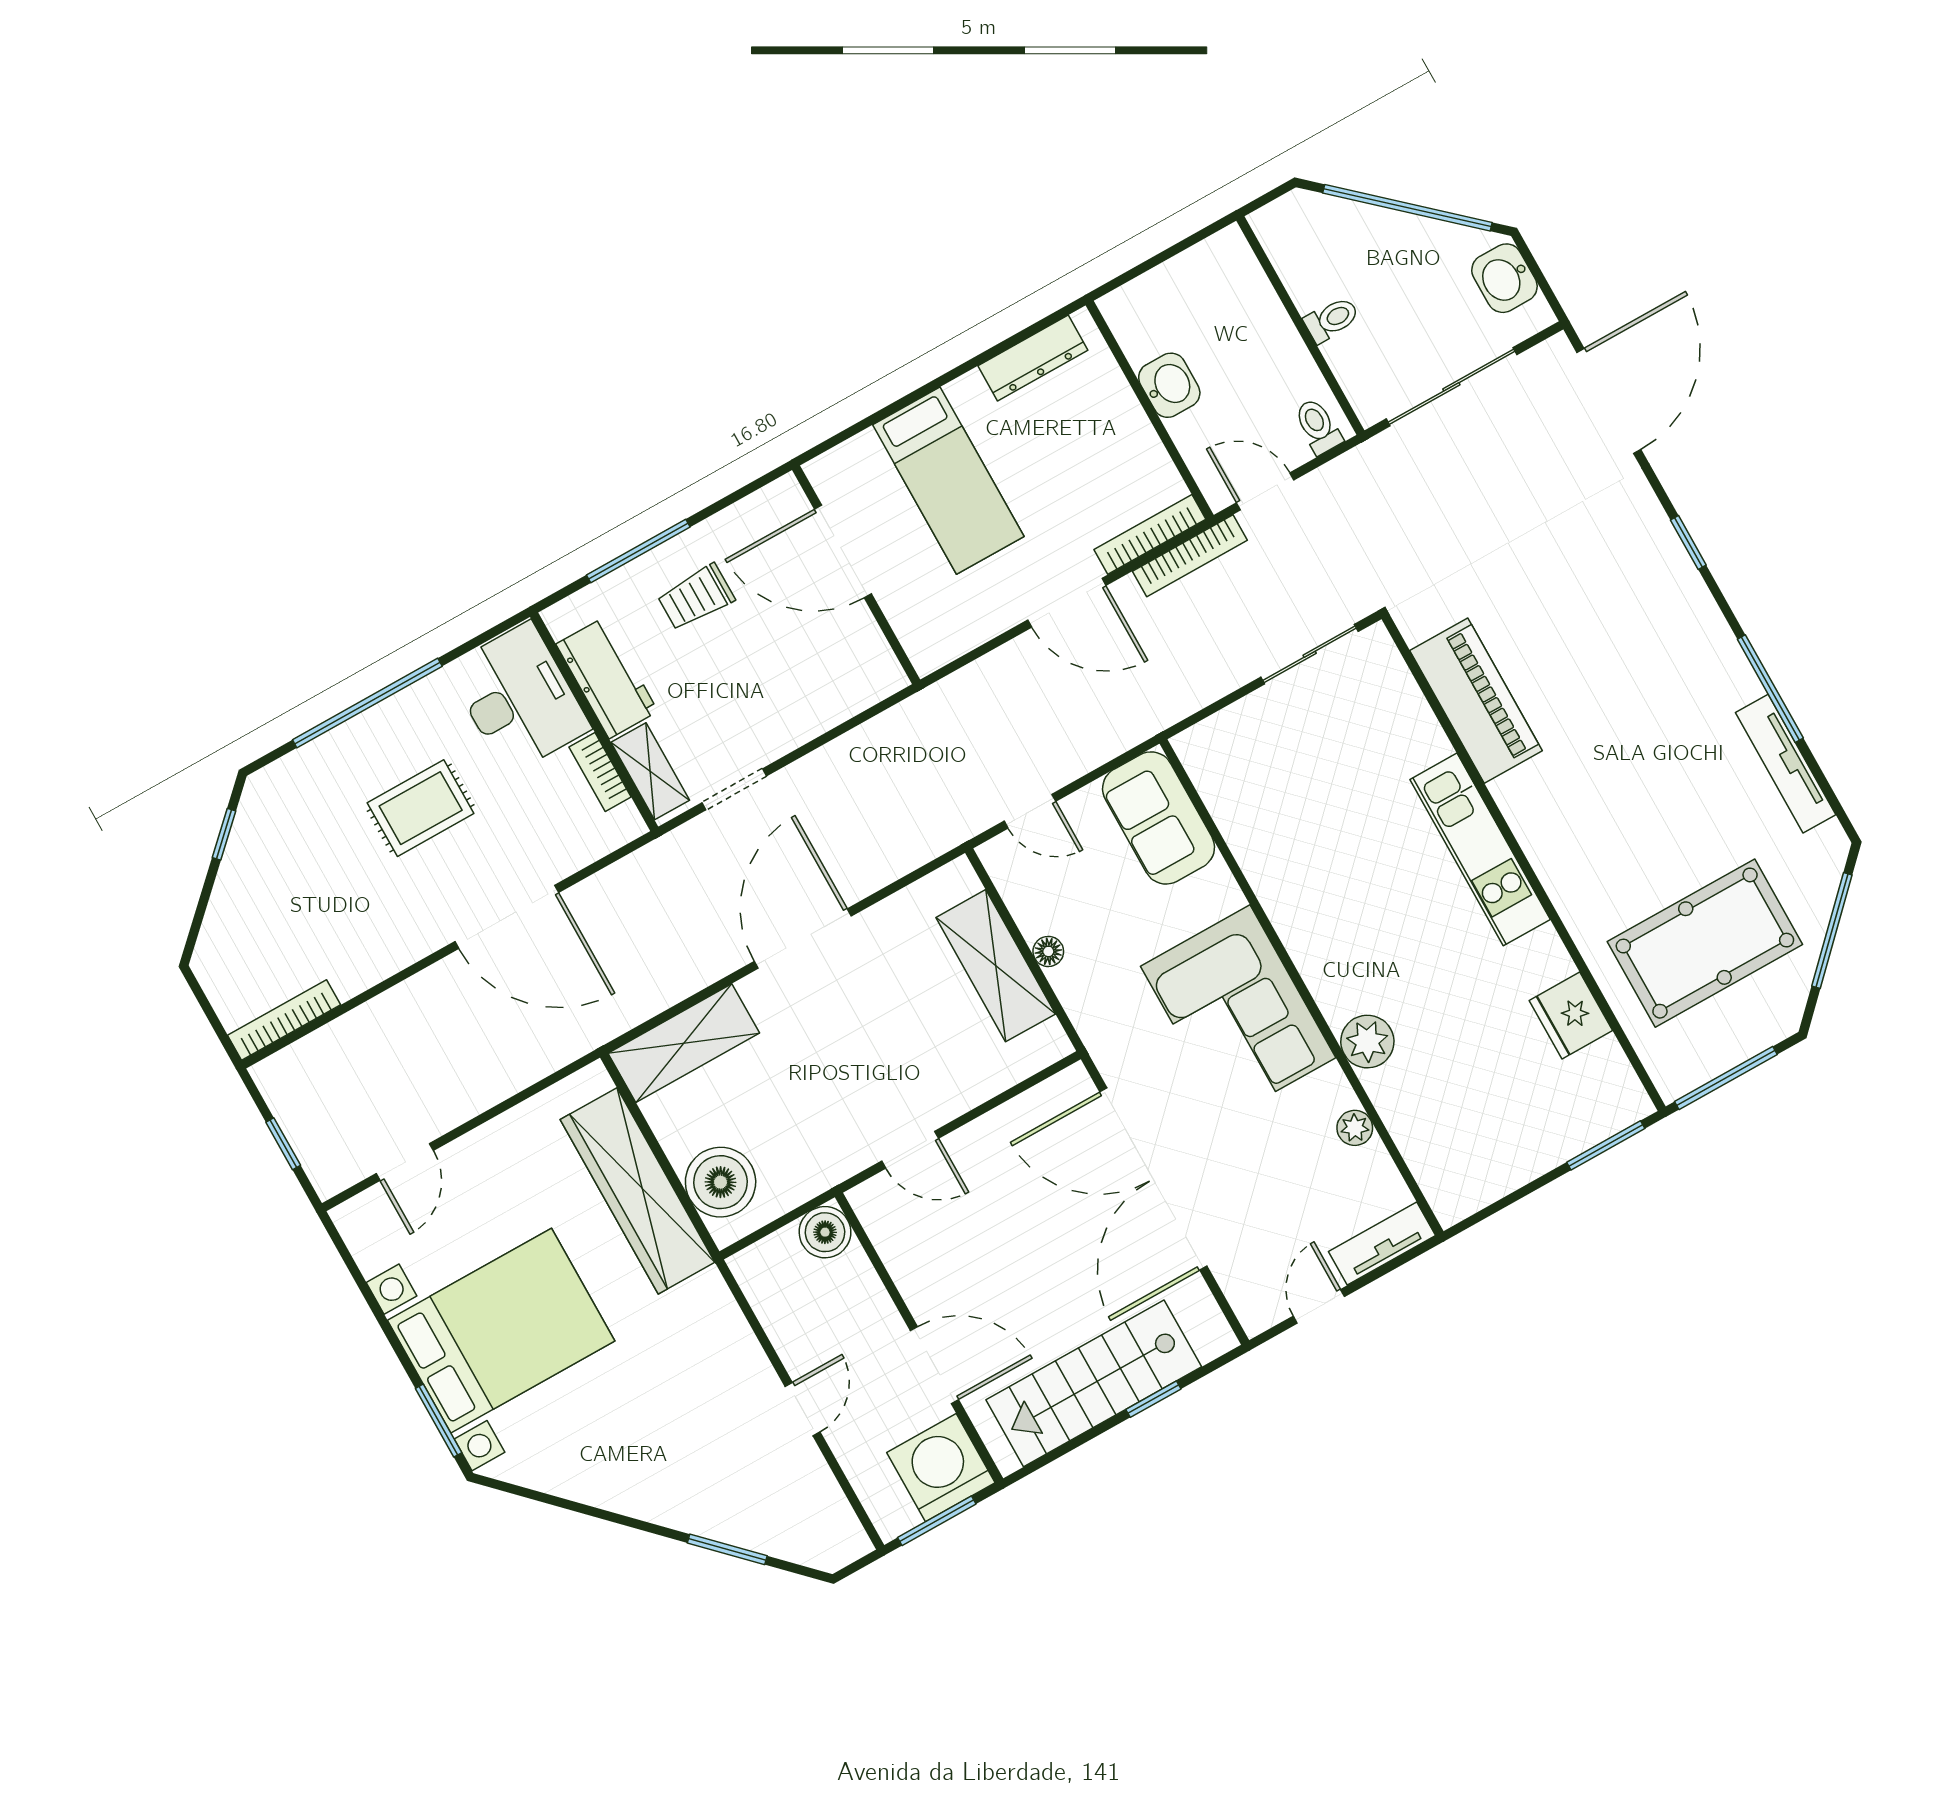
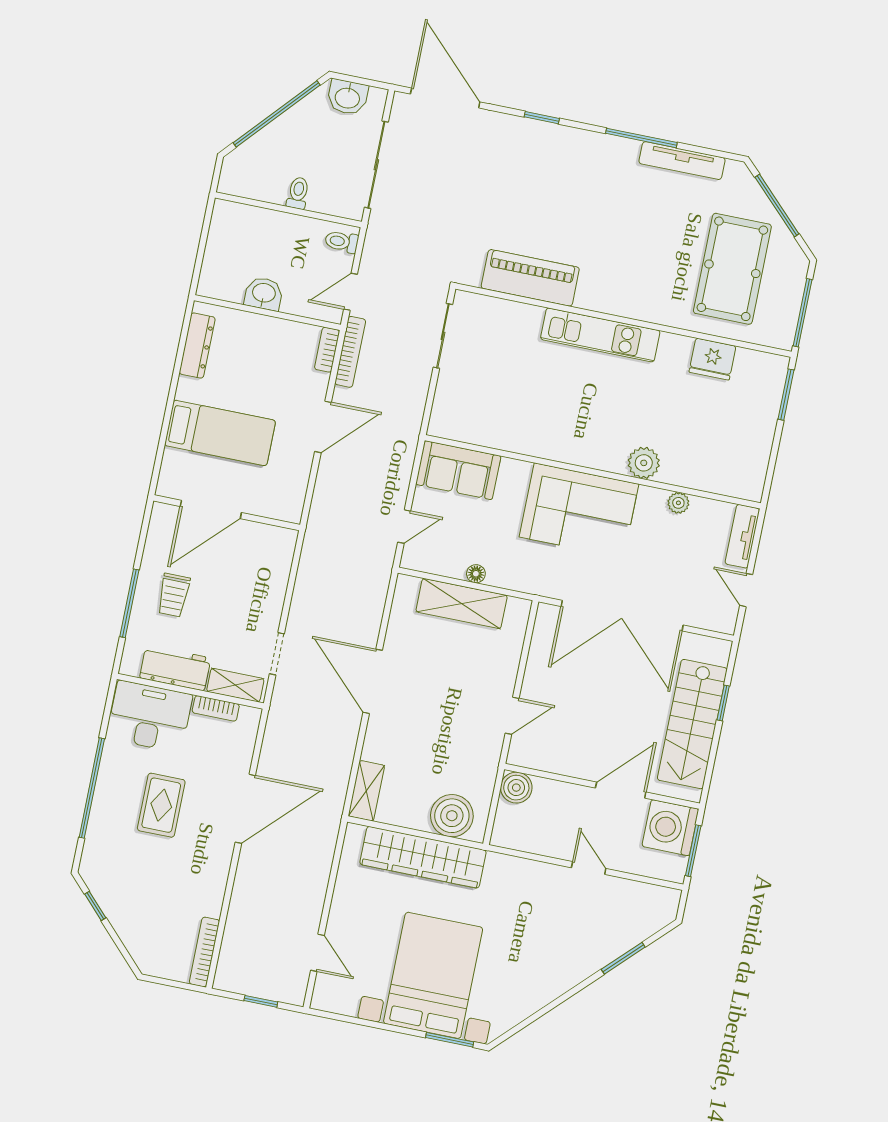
bookcase: (1150, 534) -> (327, 350), width x0.64
shelving: (684, 1043) -> (366, 791), width x0.67, depth x0.75

